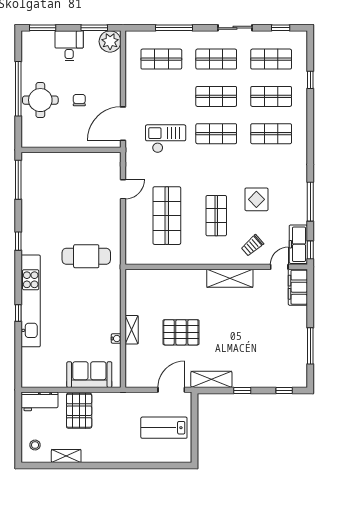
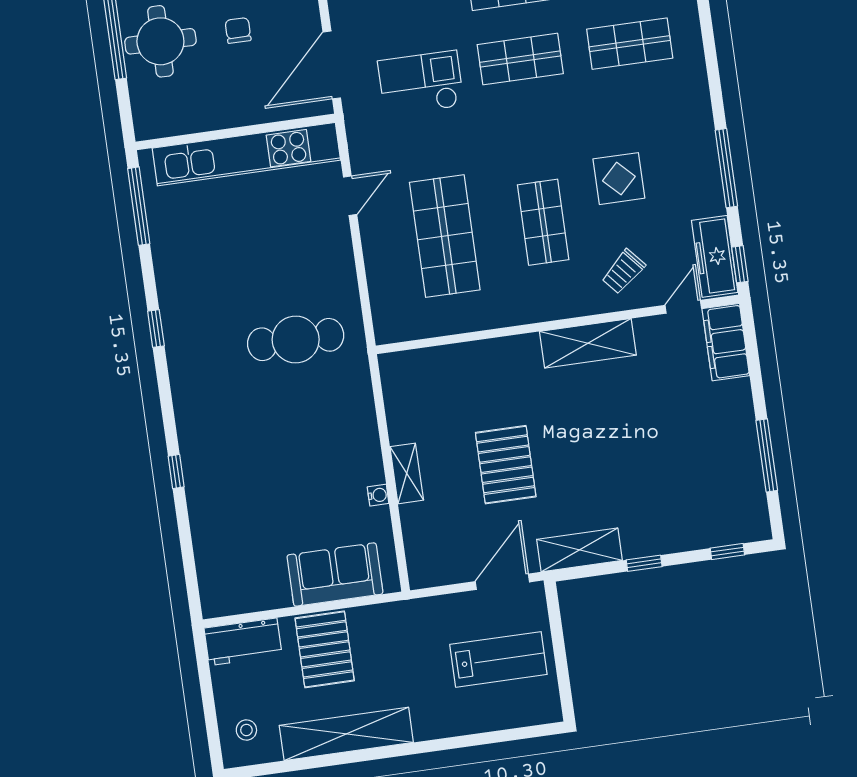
kitchen unit: (31, 301) -> (246, 154), moved, turned 90
pallet: (181, 332) -> (506, 465), turned 90
lab bench: (164, 428) -> (498, 659), turned 180
shelving: (66, 456) -> (346, 734), width x2.20, depth x1.33

